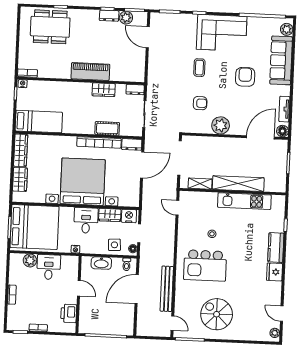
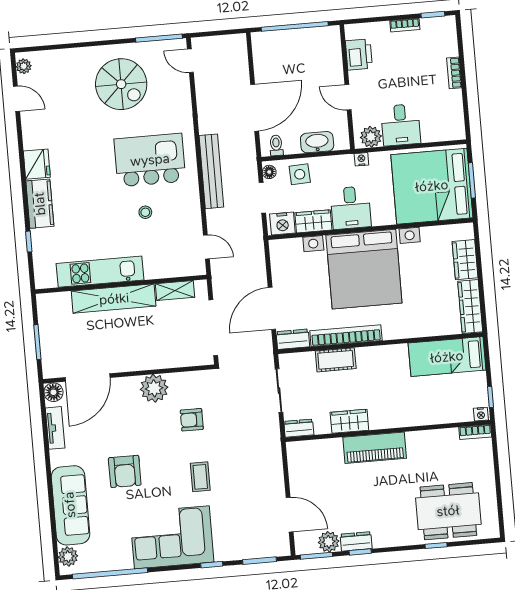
plant: (30, 260) -> (371, 137), moved
bench: (167, 289) -> (211, 171), moved

